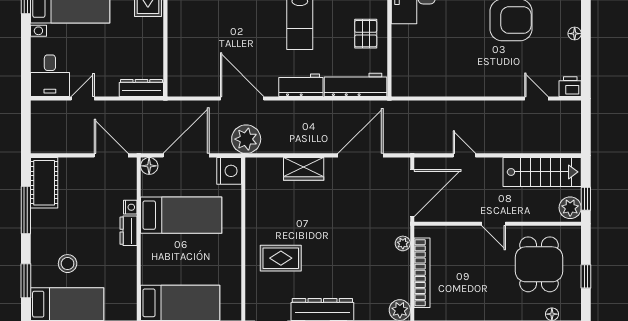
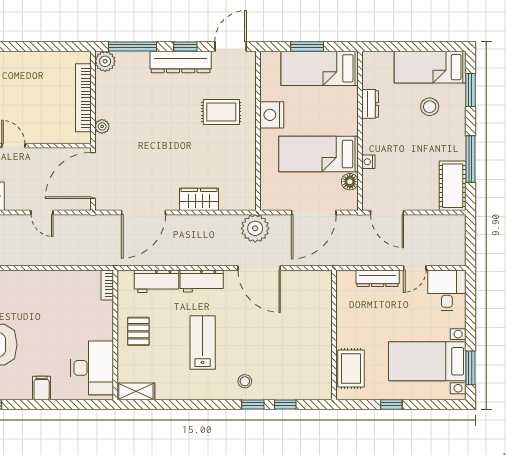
bookcase: (397, 81) -> (107, 285), added
workbench: (356, 85) -> (157, 281), width x0.73
dresser: (141, 88) -> (378, 278), moved
floor lamp: (149, 166) -> (350, 182), moved
nightstand: (229, 171) -> (272, 115), moved
dresser: (128, 231) -> (370, 104), moved

